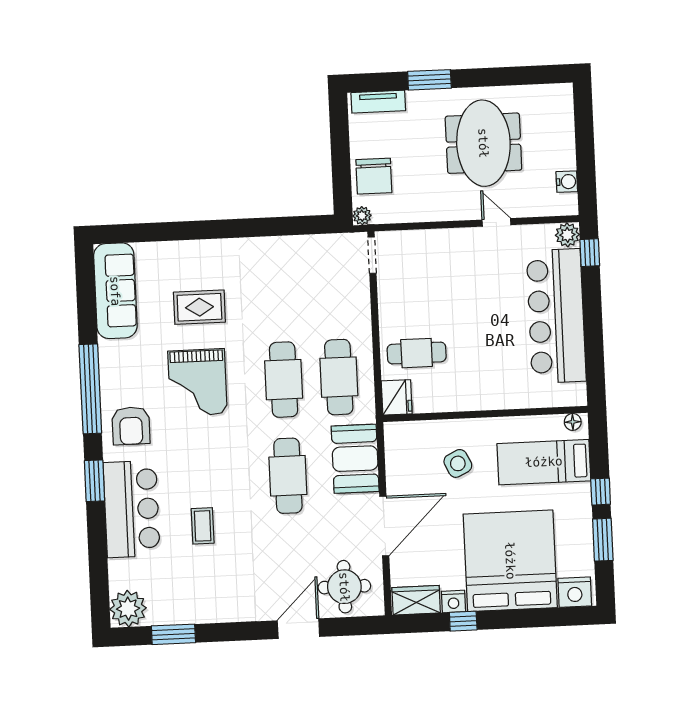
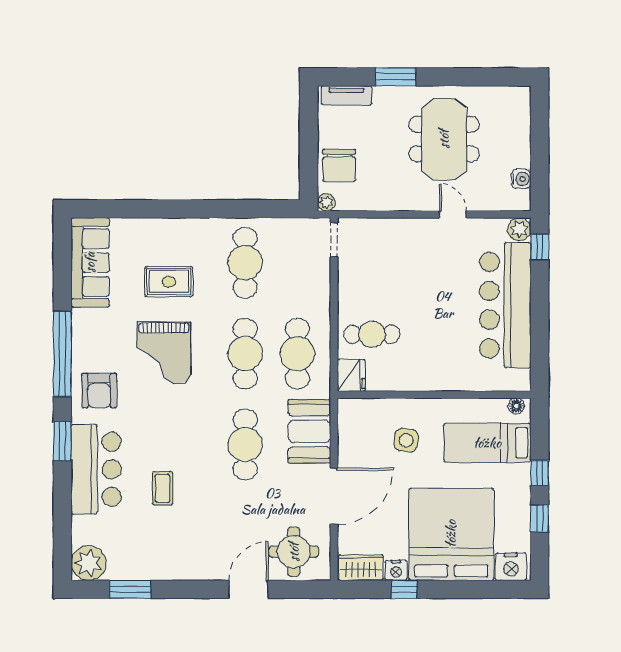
cafe table: (279, 283) -> (245, 263), added
side table: (458, 463) -> (406, 440), turned 34
window: (603, 540) -> (540, 518), width x0.67

